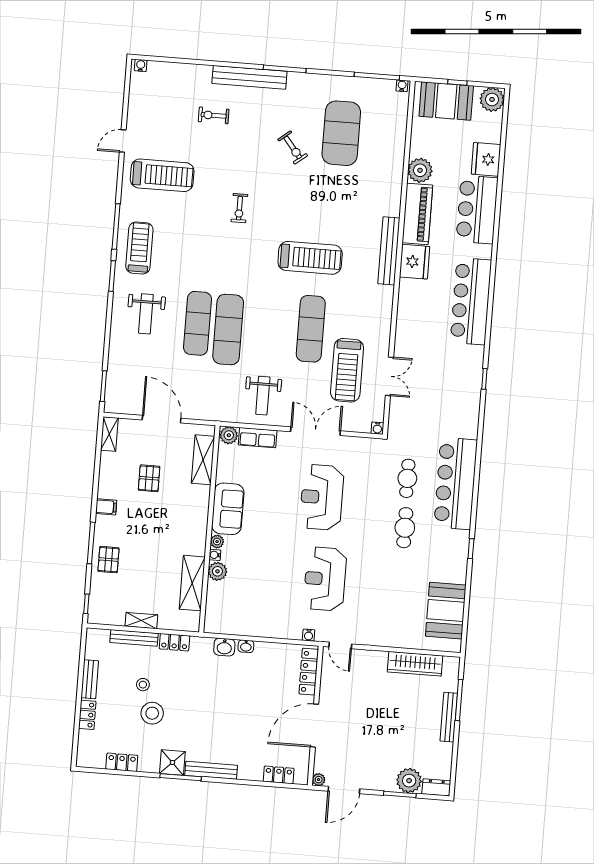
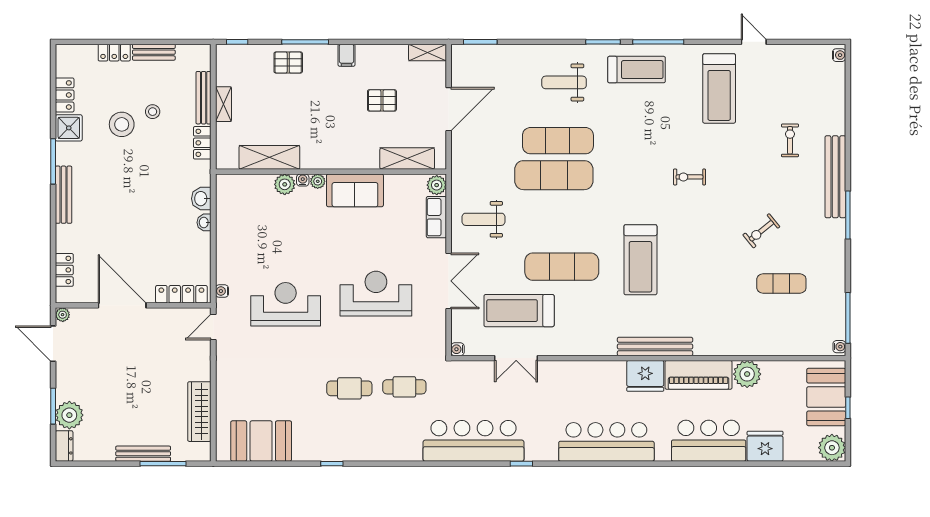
exercise mat: (341, 133) -> (781, 283), width x0.50, depth x0.69
bar counter: (456, 483) -> (474, 441), moved
shower: (172, 762) -> (69, 128), moved

